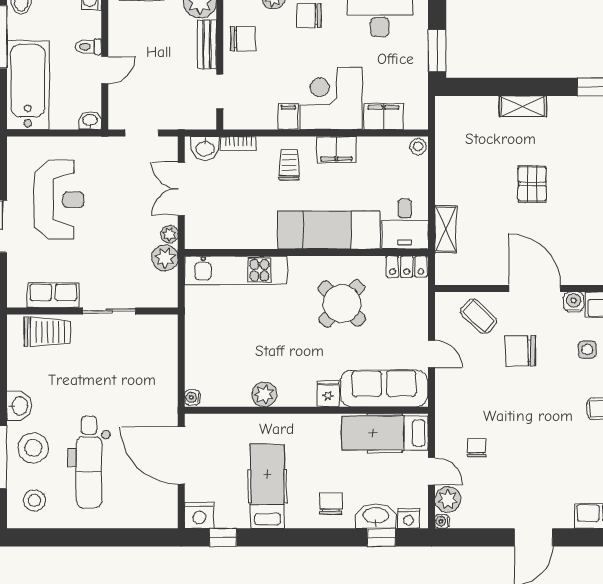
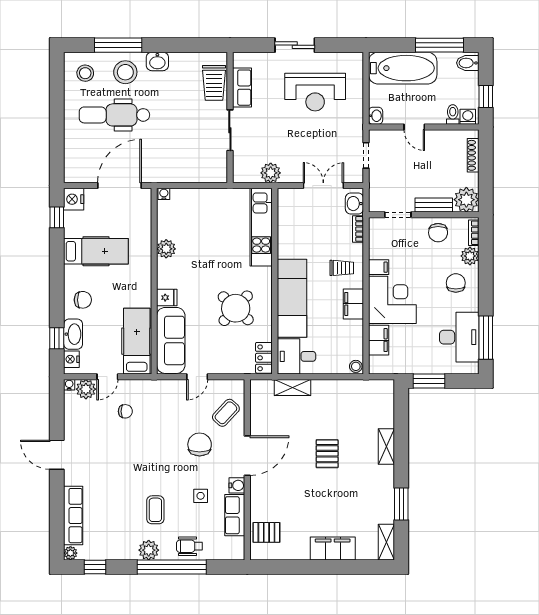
toilet: (88, 47) -> (453, 114), moved
pallet: (532, 184) -> (327, 454), turned 90
plant: (169, 234) -> (289, 176), removed

